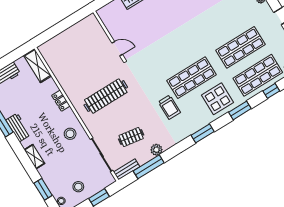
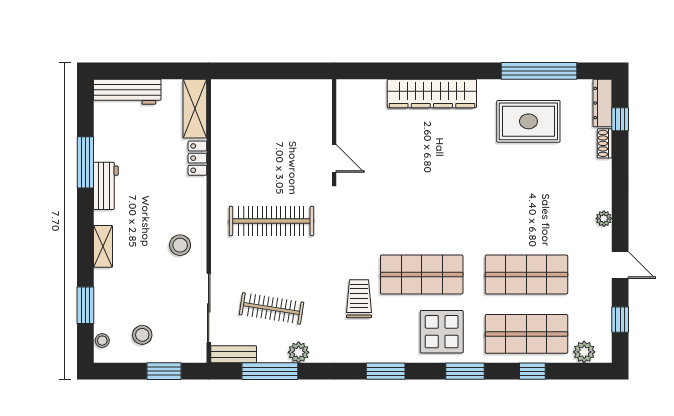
locker: (61, 101) -> (197, 158), moved
trolley: (169, 107) -> (359, 299), turned 180
clothes rail: (131, 137) -> (271, 308), width x1.36

